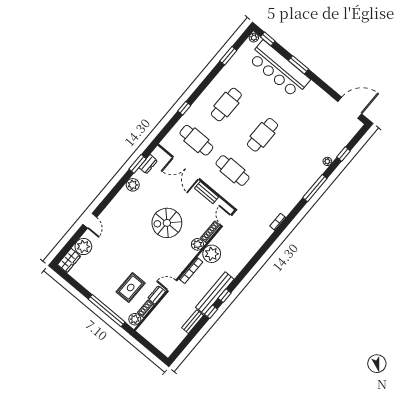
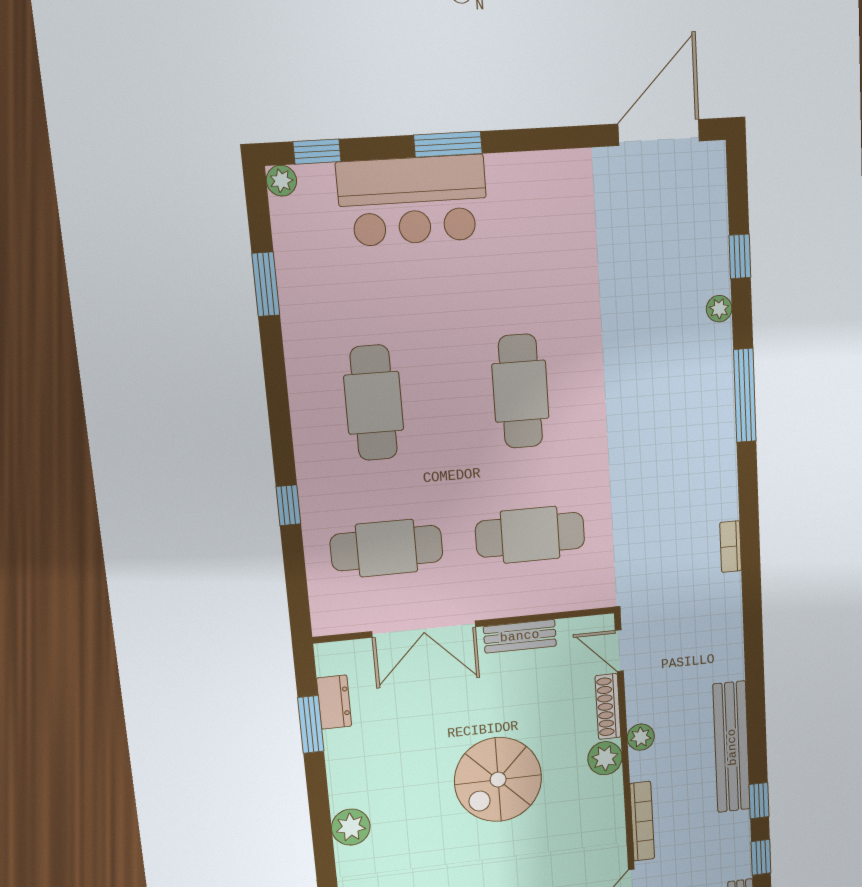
bar counter: (279, 69) -> (413, 201), width x0.73
plant: (133, 185) -> (351, 827), moved
plant: (212, 254) -> (641, 737), width x0.53, depth x0.53
bench: (215, 293) -> (732, 747), moved

